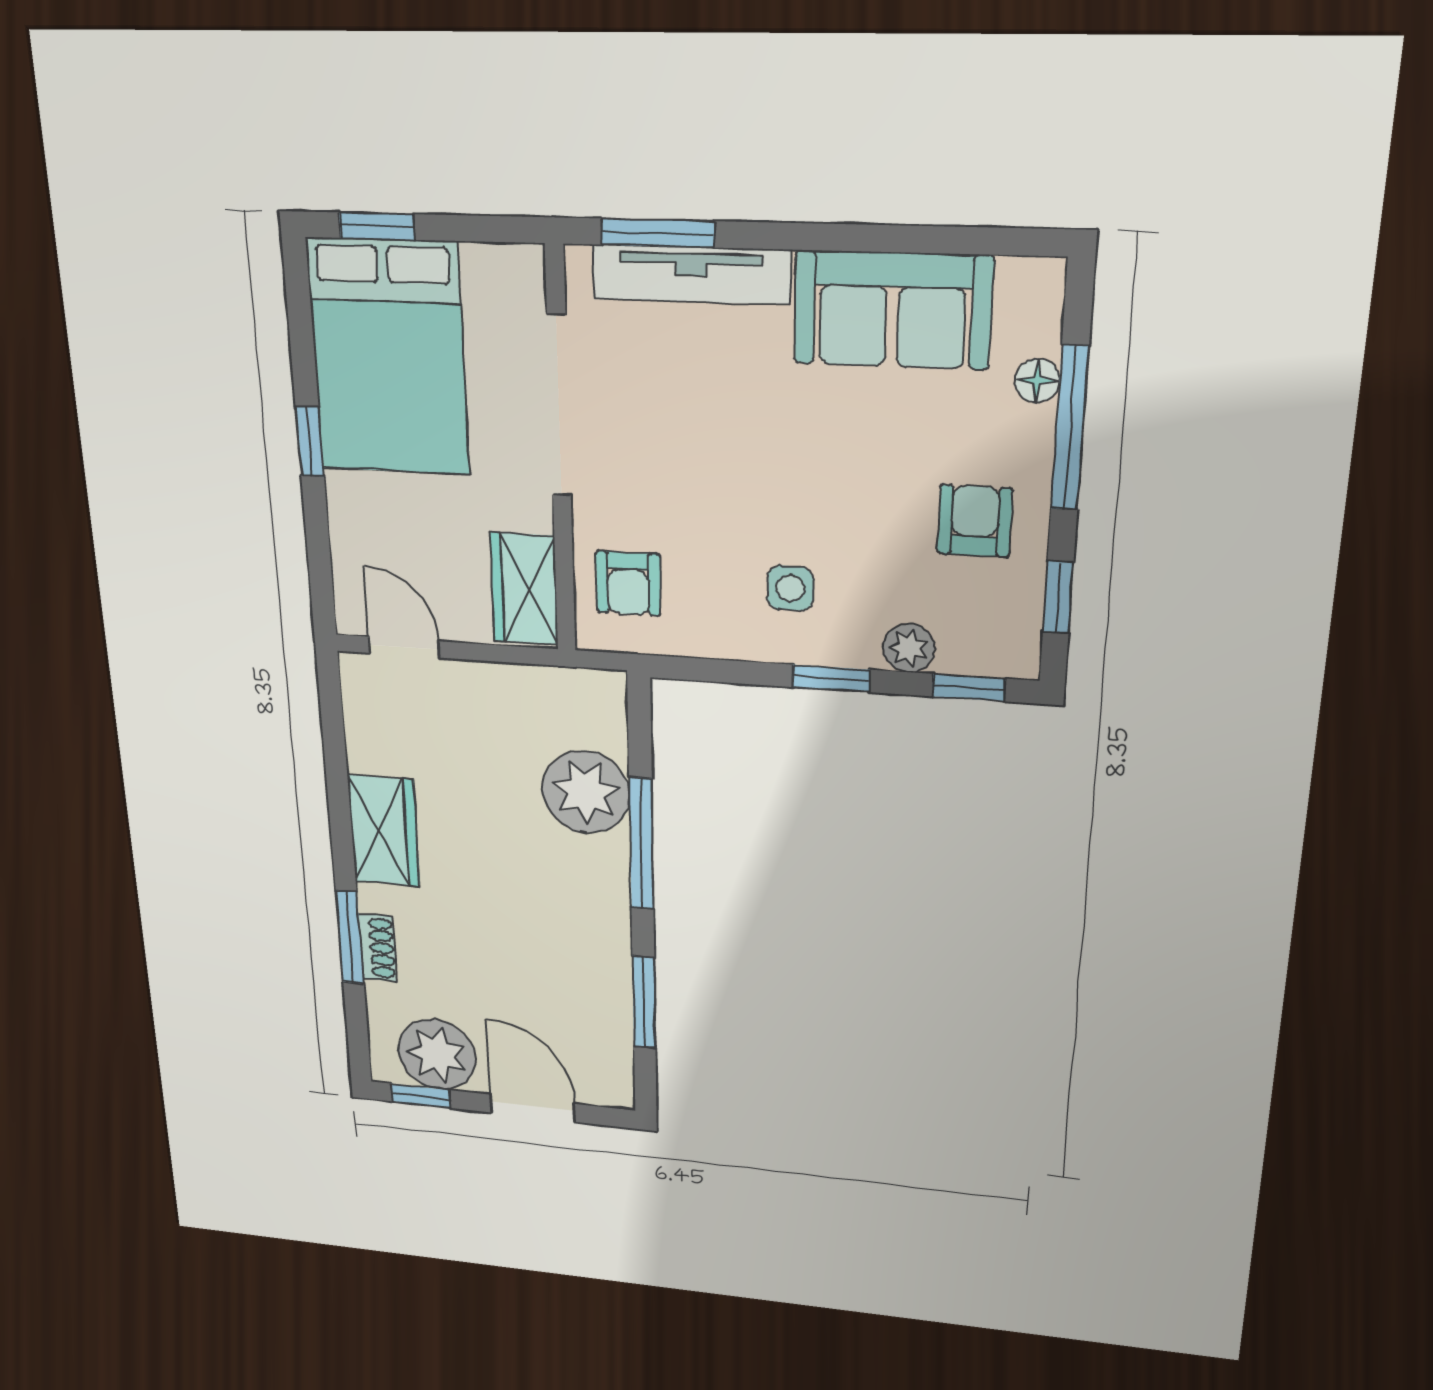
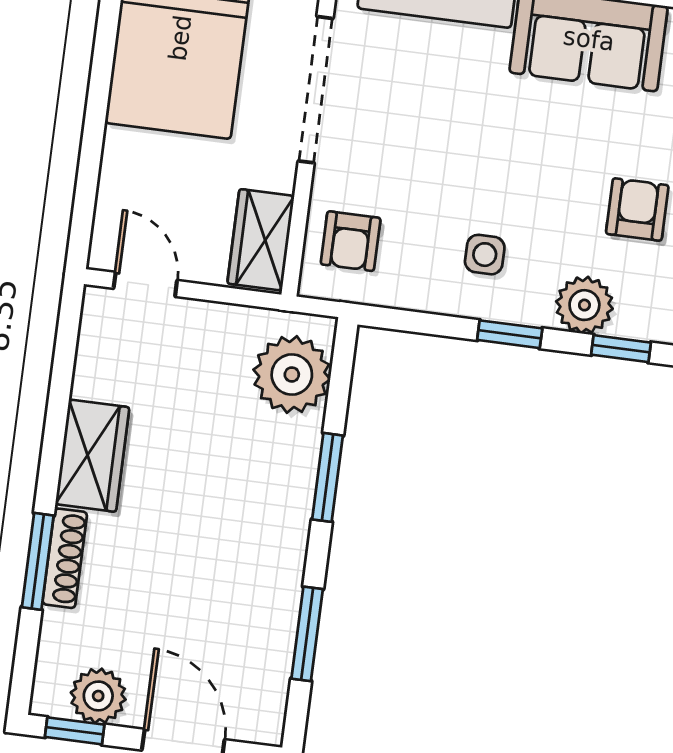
window: (310, 441) -> (98, 100), removed
plant: (909, 648) -> (584, 305), width x1.38, depth x1.38
plant: (586, 792) -> (292, 374), moved
window: (641, 844) -> (327, 477), width x0.69
shoe rack: (378, 948) -> (65, 558), width x1.43
plant: (437, 1054) -> (98, 696), width x0.73, depth x0.73

